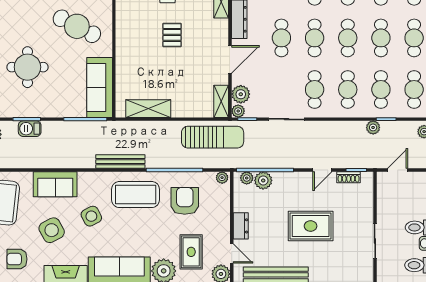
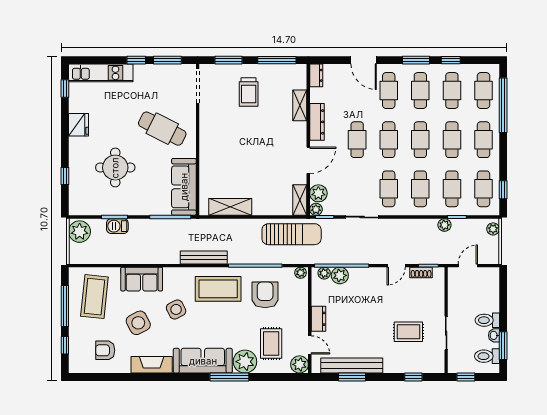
pallet: (172, 35) -> (253, 137), removed
rug: (311, 226) -> (408, 332), moved, width x0.73, depth x0.70

